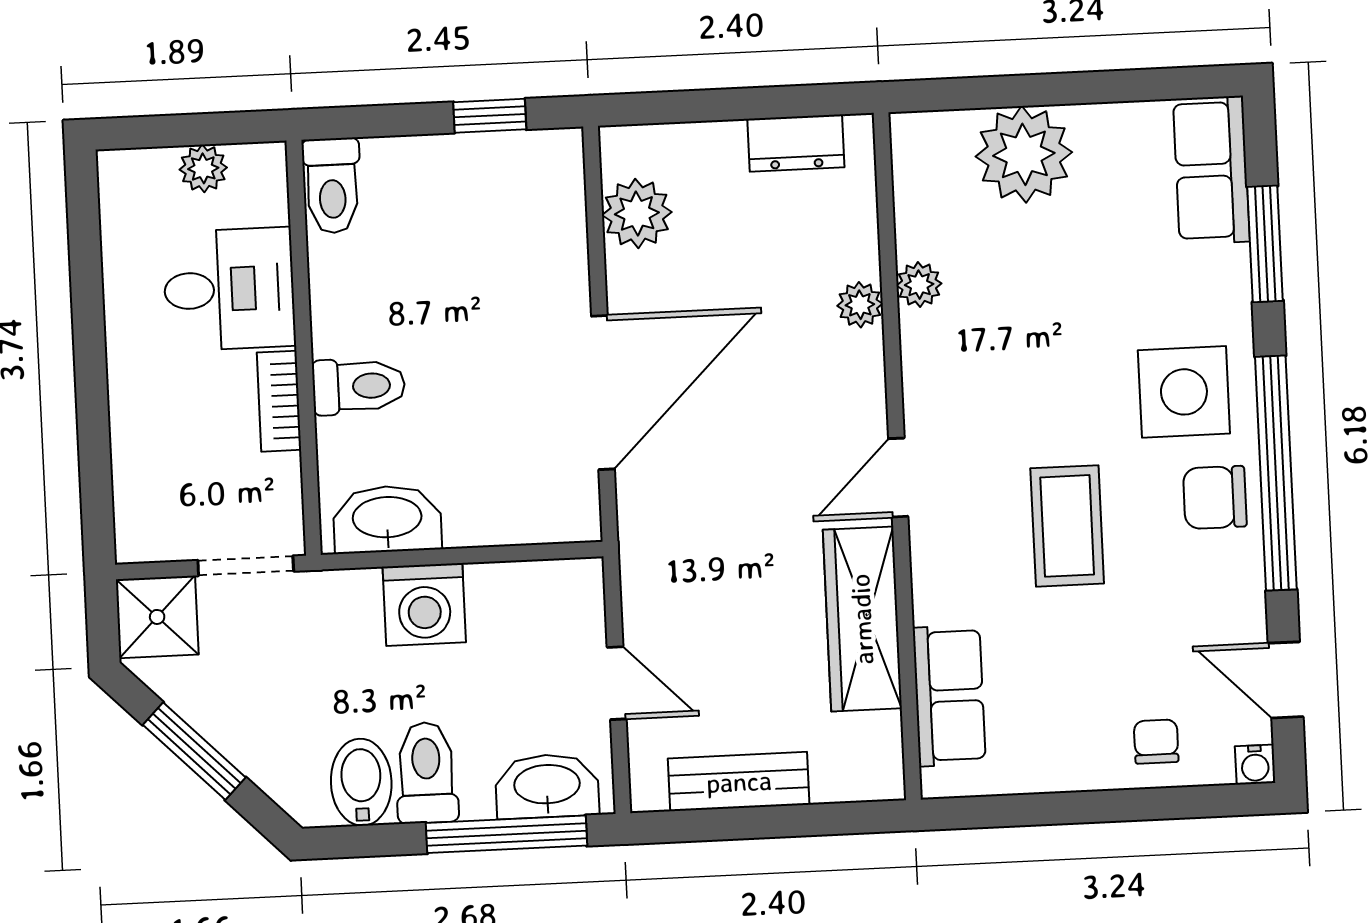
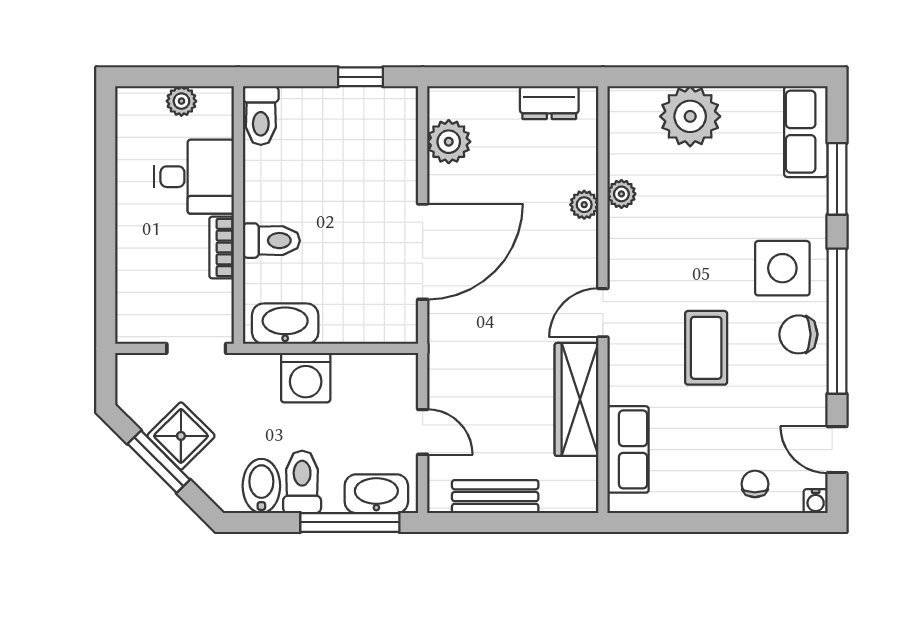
shower: (157, 617) -> (181, 436), moved, turned 45

